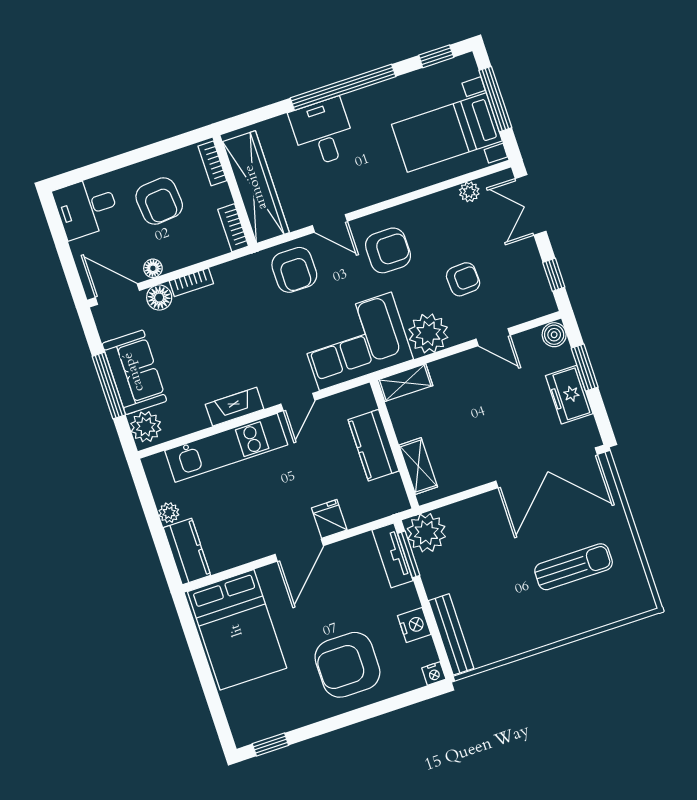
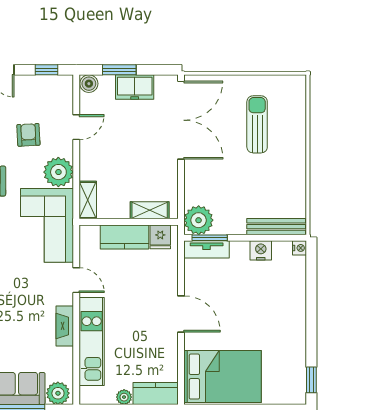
fridge: (329, 519) -> (160, 237), moved, turned -90
armchair: (347, 665) -> (273, 307), removed

